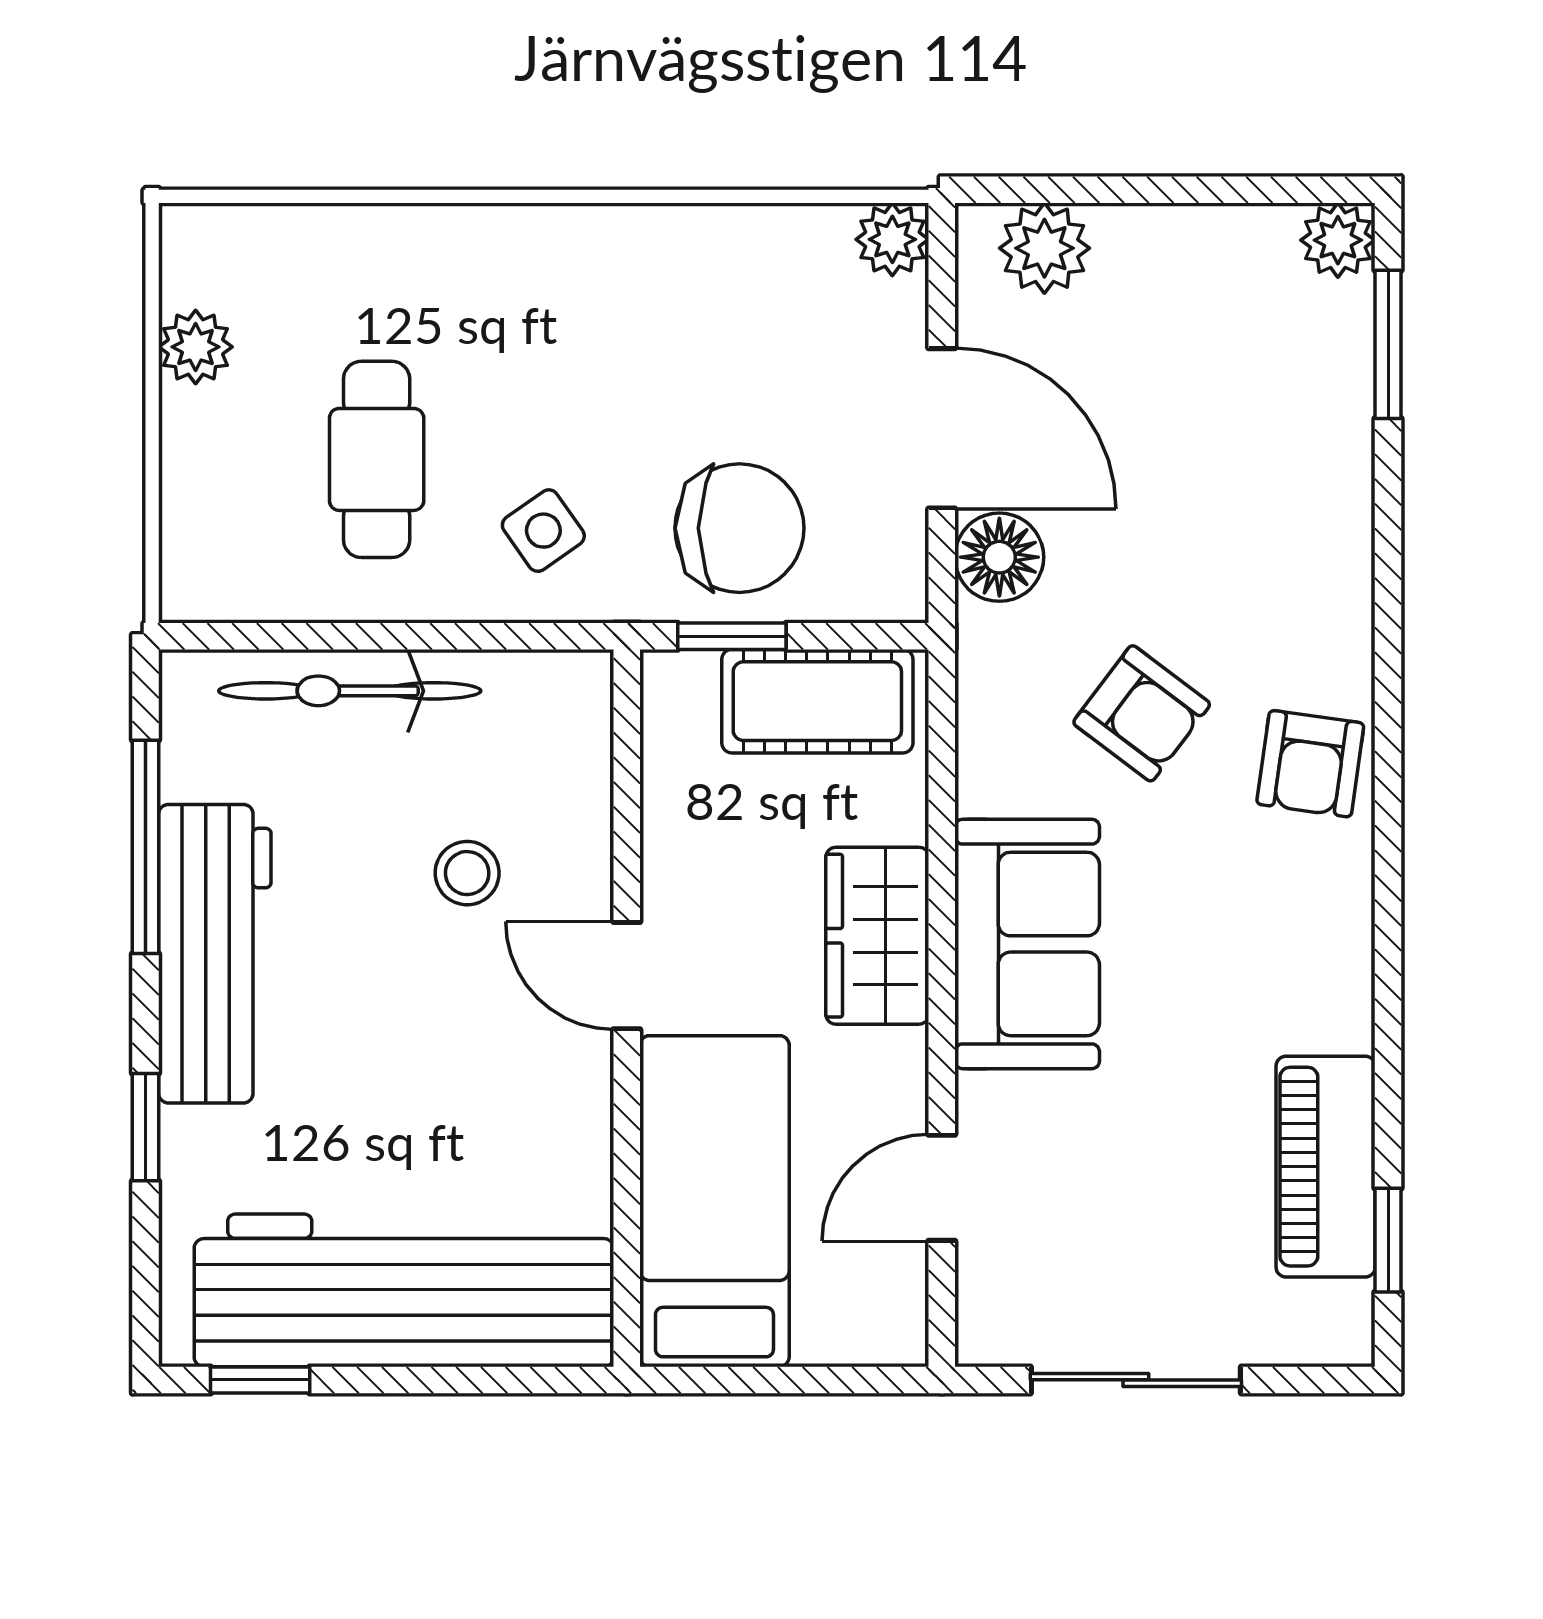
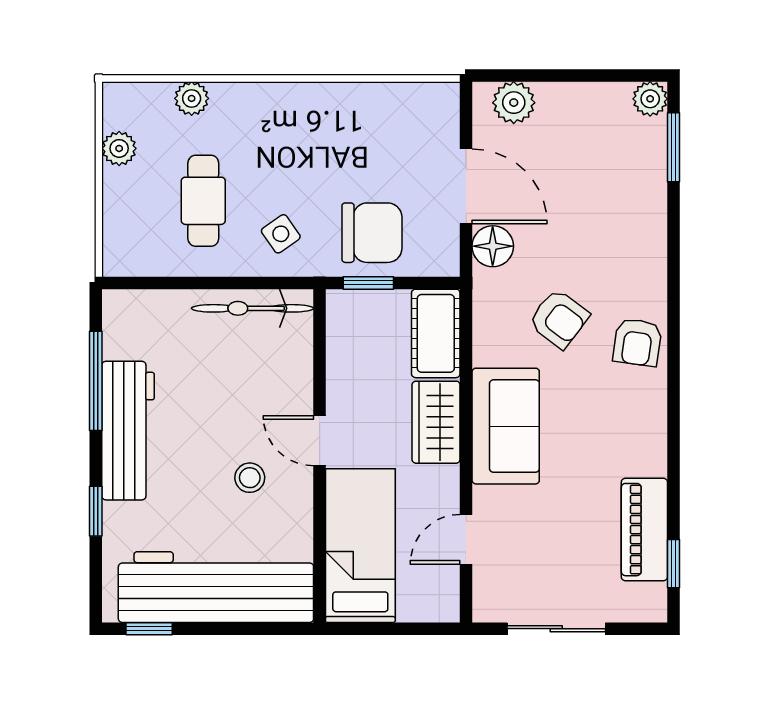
plant: (892, 239) -> (192, 98), moved
bicycle: (350, 691) -> (252, 308), moved
cot: (817, 701) -> (436, 333), moved, turned 90
stool: (467, 873) -> (250, 478), moved

